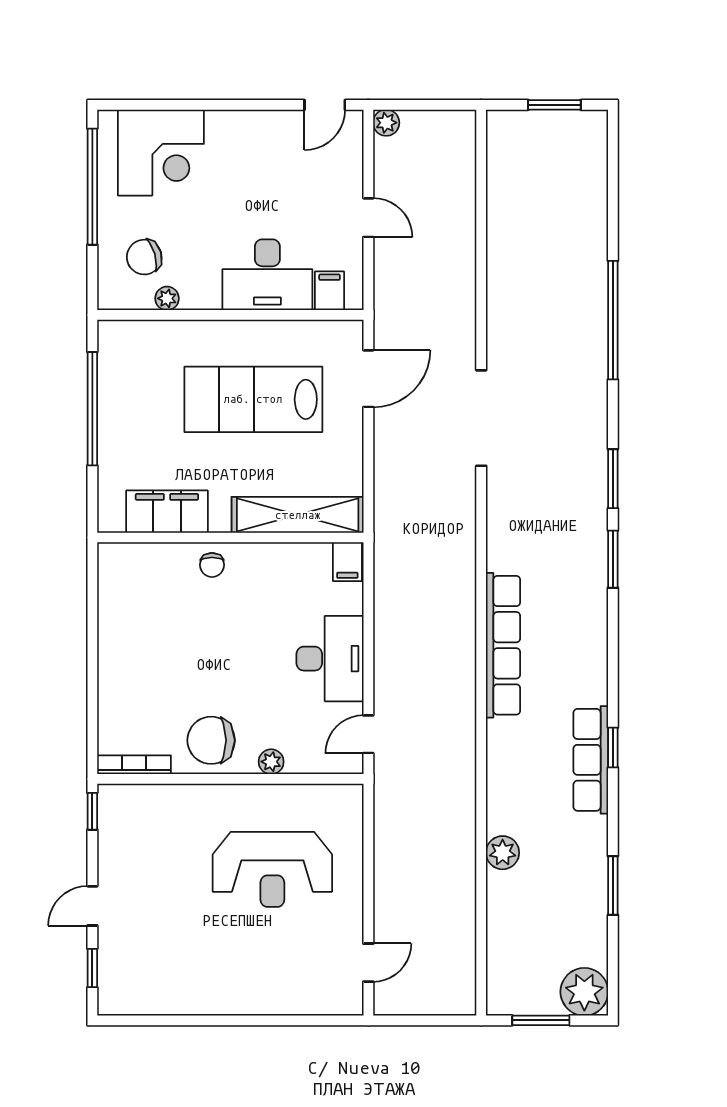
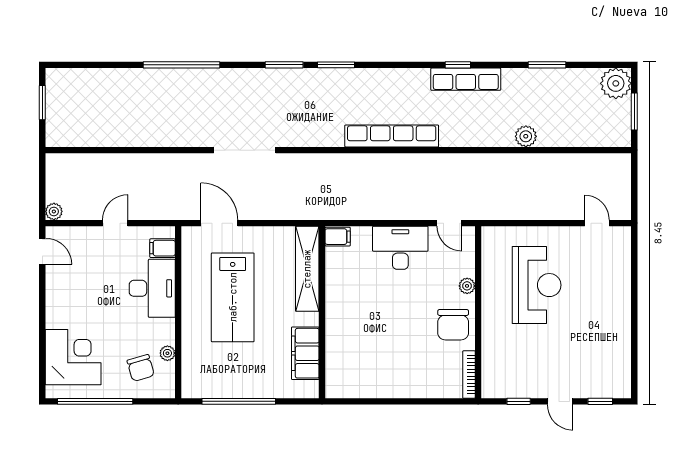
chair: (212, 565) -> (340, 324), removed
window: (92, 811) -> (519, 401), moved

